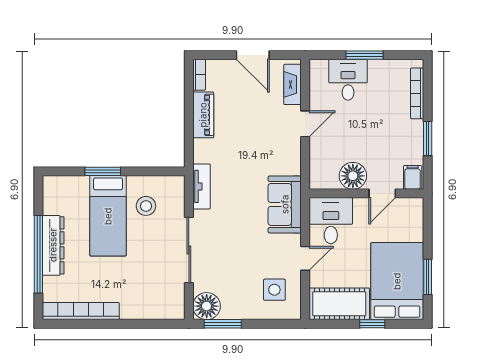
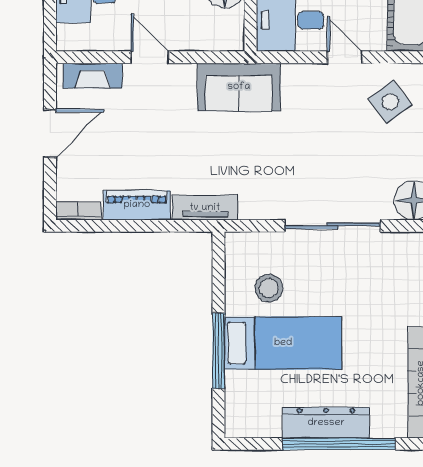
window: (103, 171) -> (219, 351), width x1.44
tv unit: (202, 186) -> (205, 208), moved
sofa: (285, 204) -> (239, 87), moved
side table: (274, 290) -> (390, 102), turned -37

